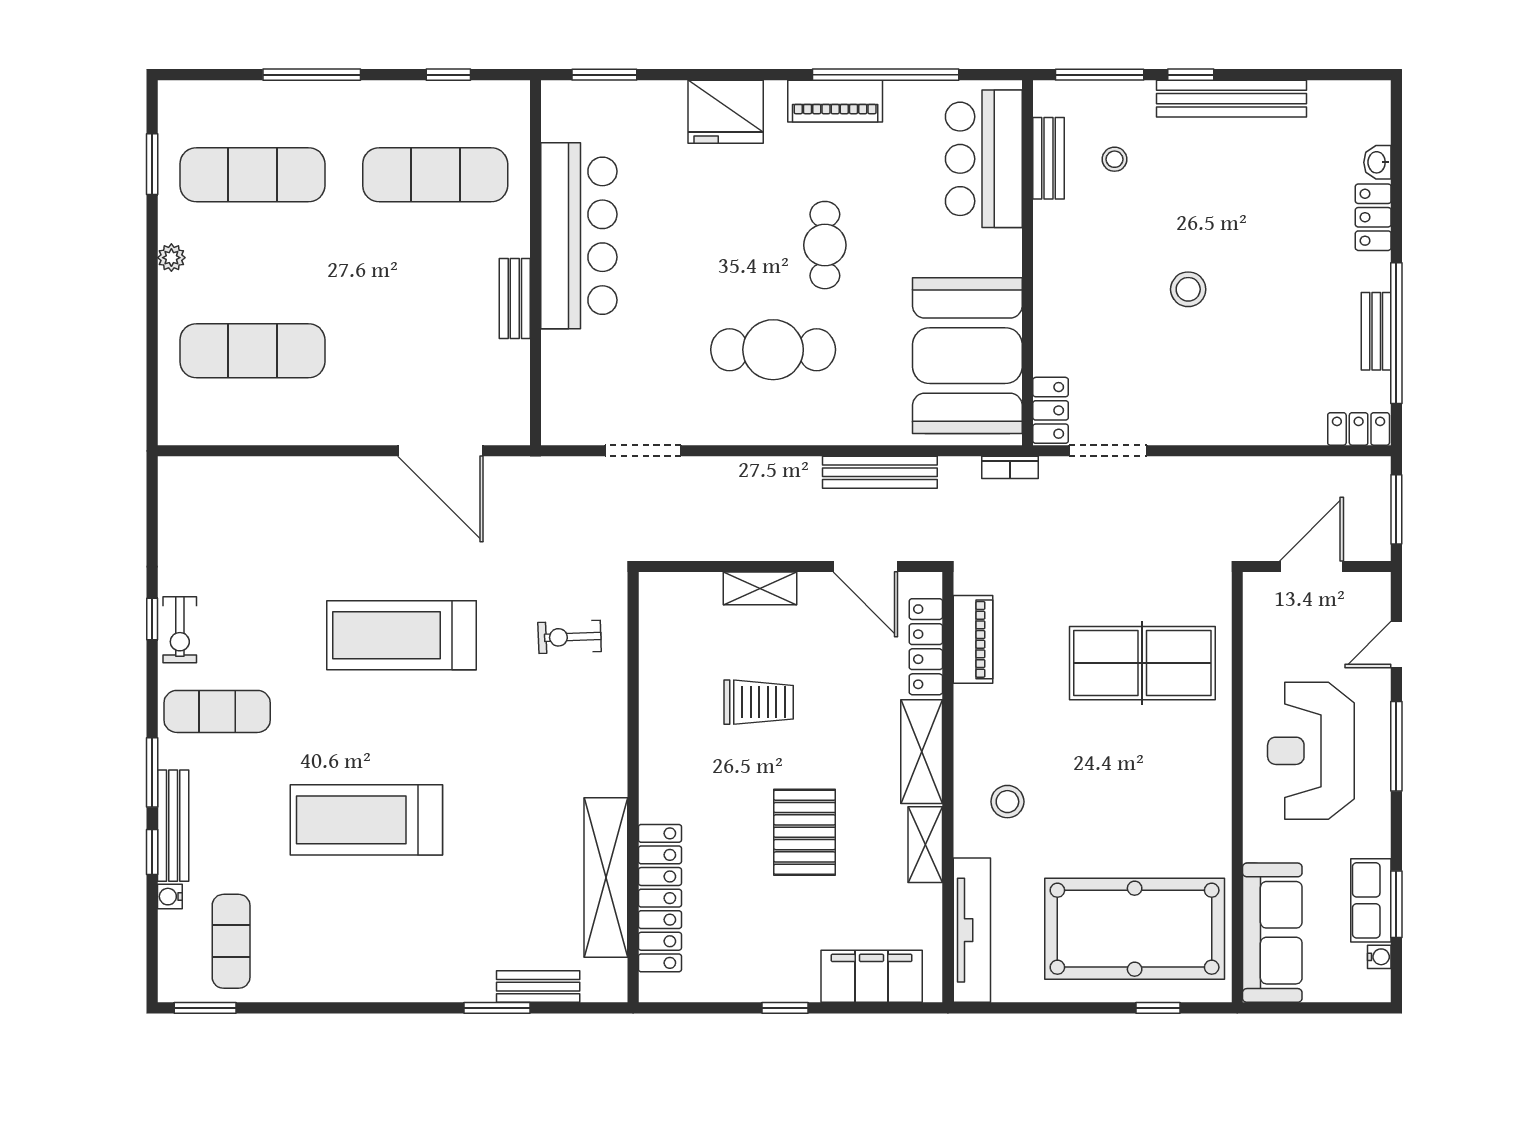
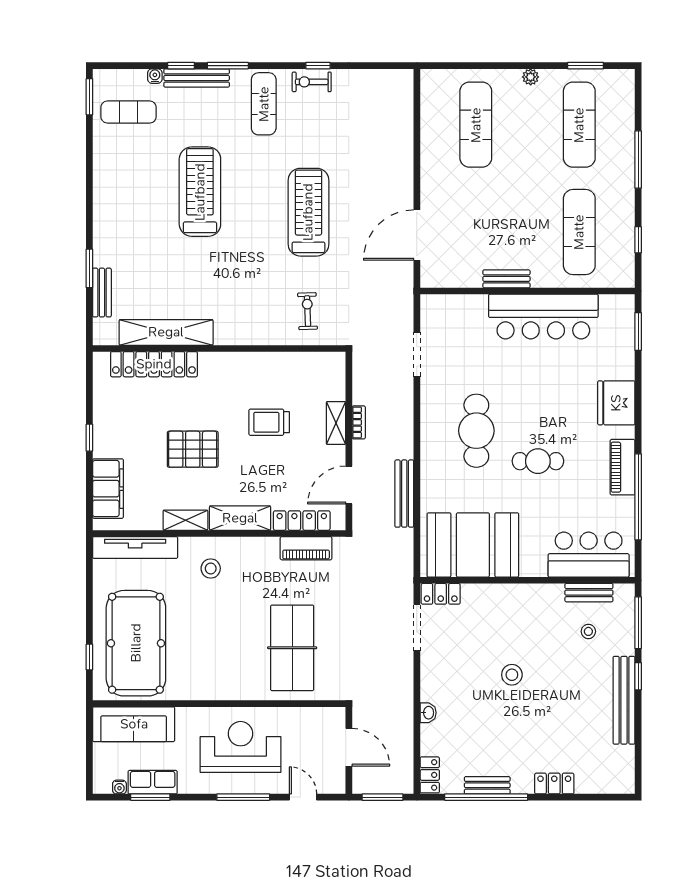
washbasin: (1377, 162) -> (428, 713), moved, turned 90
bookcase: (1010, 467) -> (359, 422), moved, turned 180
trolley: (759, 702) -> (269, 422), turned 90

